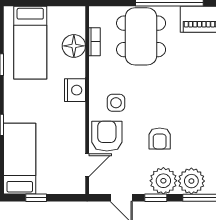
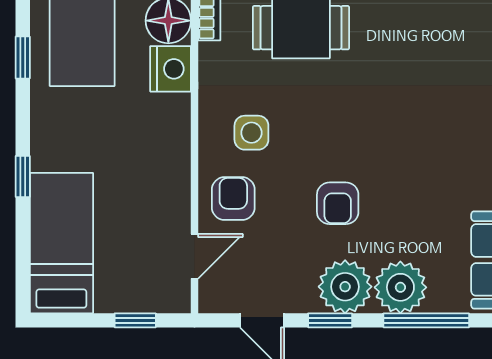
nightstand: (75, 90) -> (171, 69), moved
armchair: (107, 136) -> (233, 199), width x0.72, depth x0.72
window: (36, 198) -> (135, 320), moved

